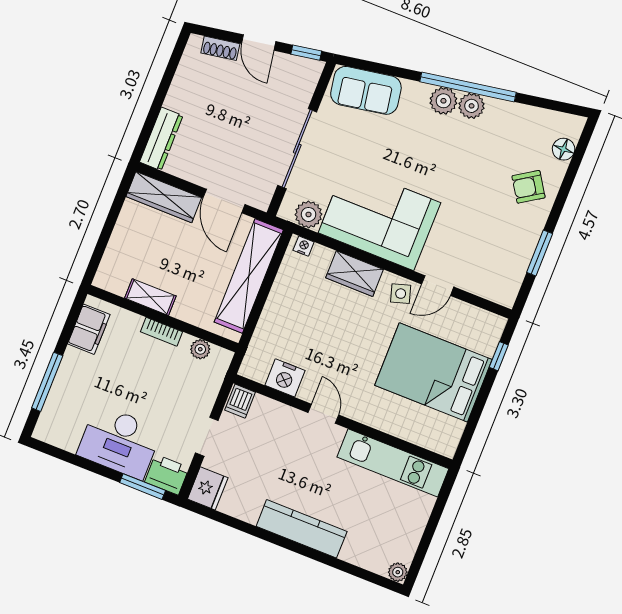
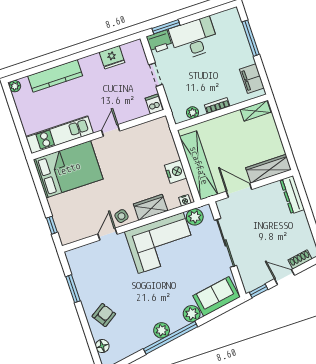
plant: (443, 101) -> (192, 314), moved
shelving: (150, 297) -> (255, 111), moved
bed: (433, 372) -> (68, 169), moved
nightstand: (285, 378) -> (176, 172), moved, turned 90
door: (323, 414) -> (111, 131), swing flipped
fridge: (208, 488) -> (112, 57), moved, turned -90
kitchen counter: (302, 529) -> (55, 76), moved

